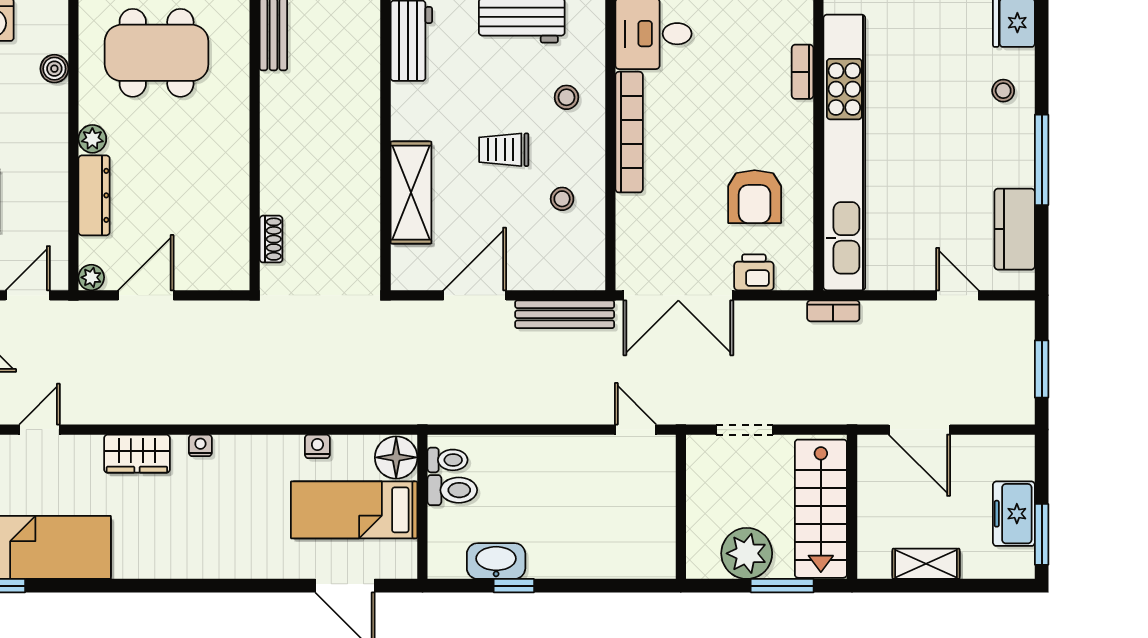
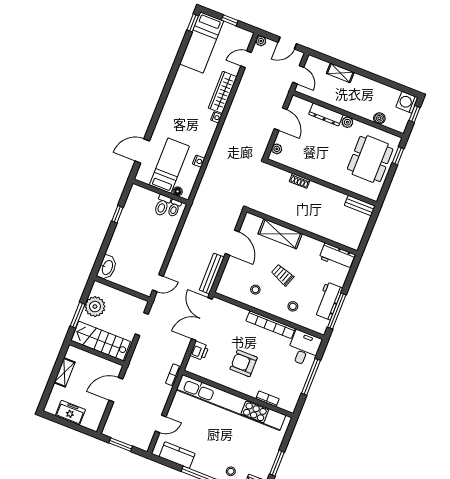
trolley: (504, 150) -> (282, 275), turned -70
armchair: (755, 197) -> (244, 363), moved
shoe rack: (271, 239) -> (300, 181), moved
plant: (91, 277) -> (277, 149), moved
door: (39, 430) -> (246, 59), swing flipped
wardrobe: (137, 454) -> (223, 92), width x1.50
floor lamp: (396, 457) -> (178, 191), width x0.53, depth x0.53
window: (1042, 534) -> (58, 420), removed
washbasin: (496, 561) -> (107, 267), moved

